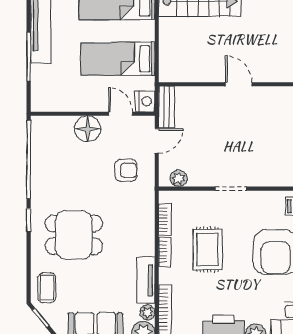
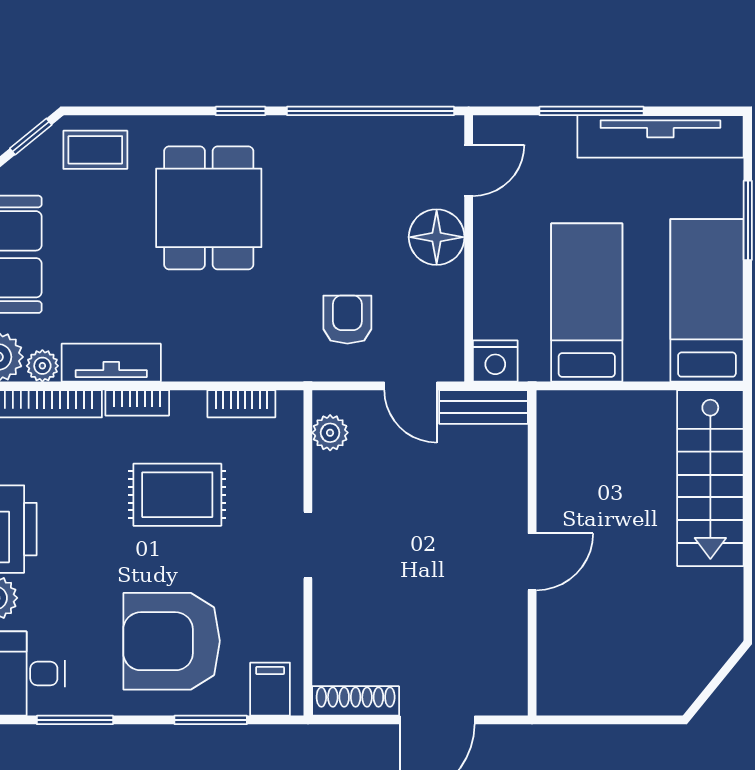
door: (121, 114) -> (469, 170), moved
armchair: (126, 170) -> (347, 320), turned 180
bookcase: (165, 252) -> (137, 403), moved

